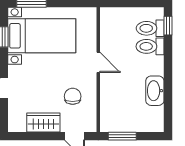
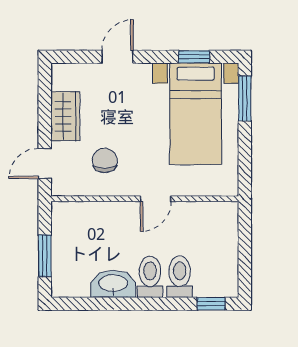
toilet: (150, 28) -> (150, 277), moved
chair: (73, 96) -> (105, 160), turned -90
window: (122, 136) -> (45, 256), moved

